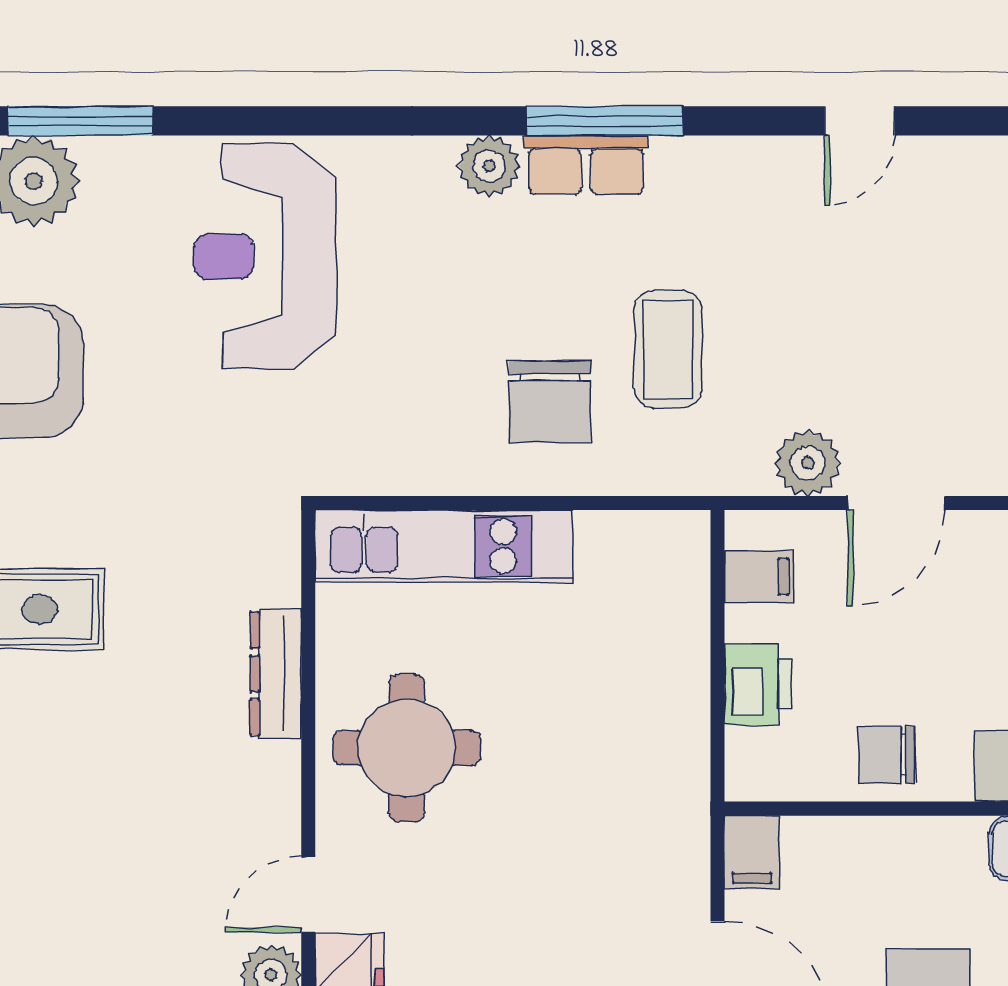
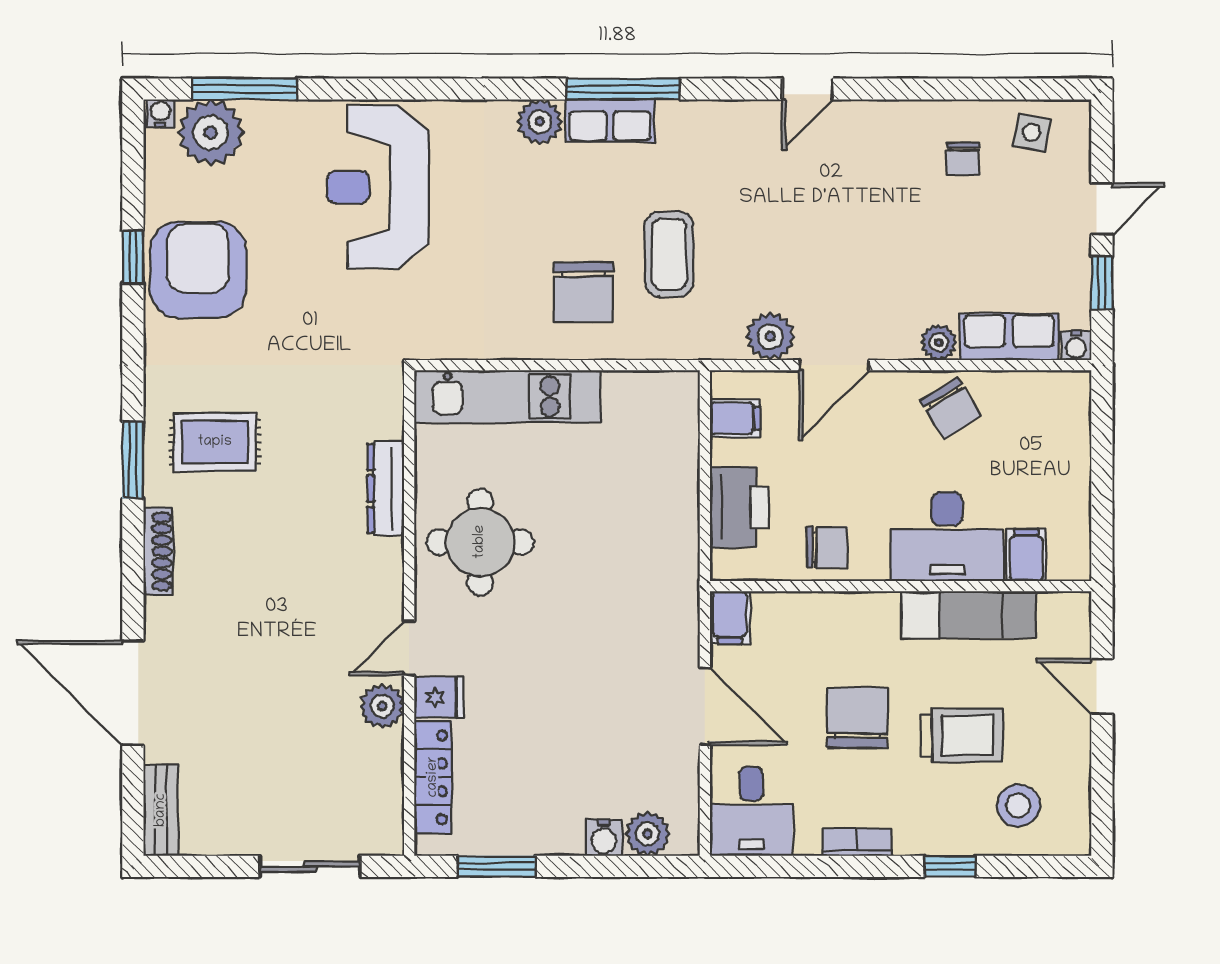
printer: (758, 684) -> (739, 507), width x1.37, depth x1.19
chair: (887, 755) -> (827, 547), turned 180

